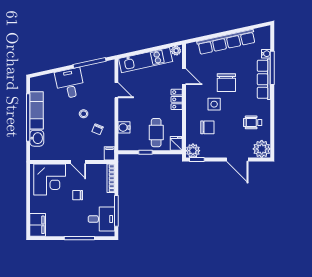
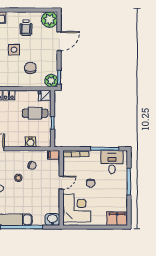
side table: (214, 104) -> (14, 50), moved
washbasin: (37, 138) -> (52, 219), moved

